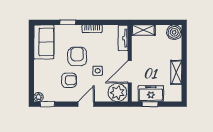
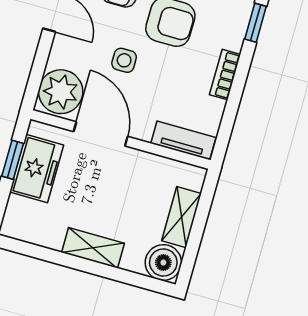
shelving: (143, 30) -> (182, 217), moved
shelving: (176, 72) -> (93, 248), moved

